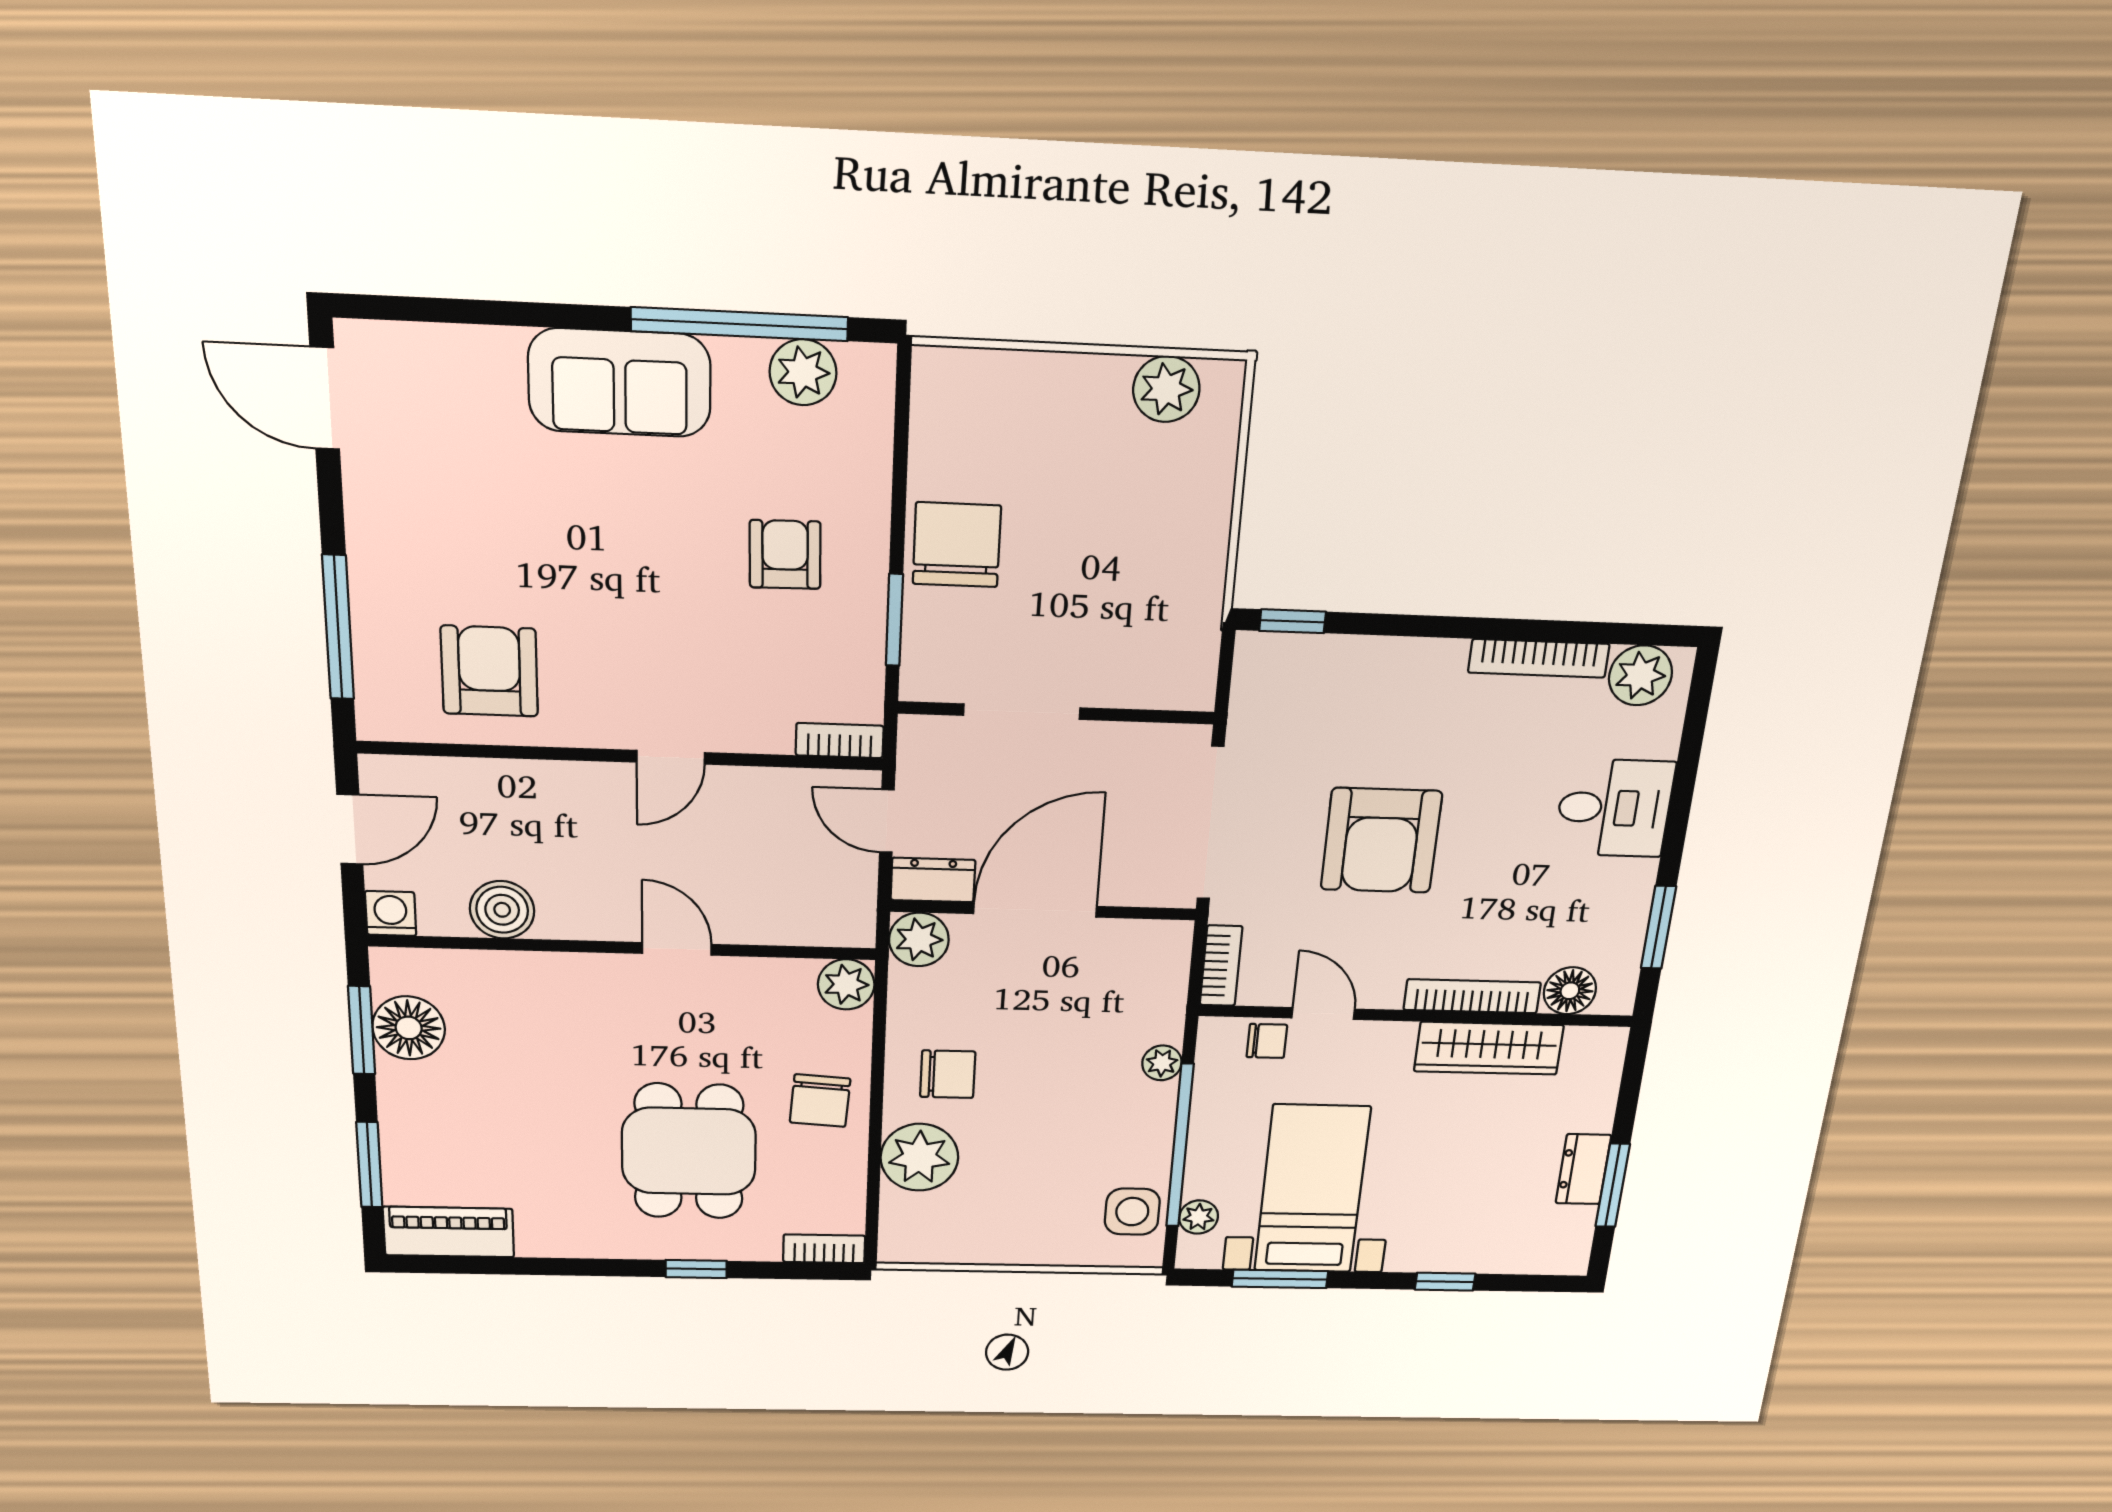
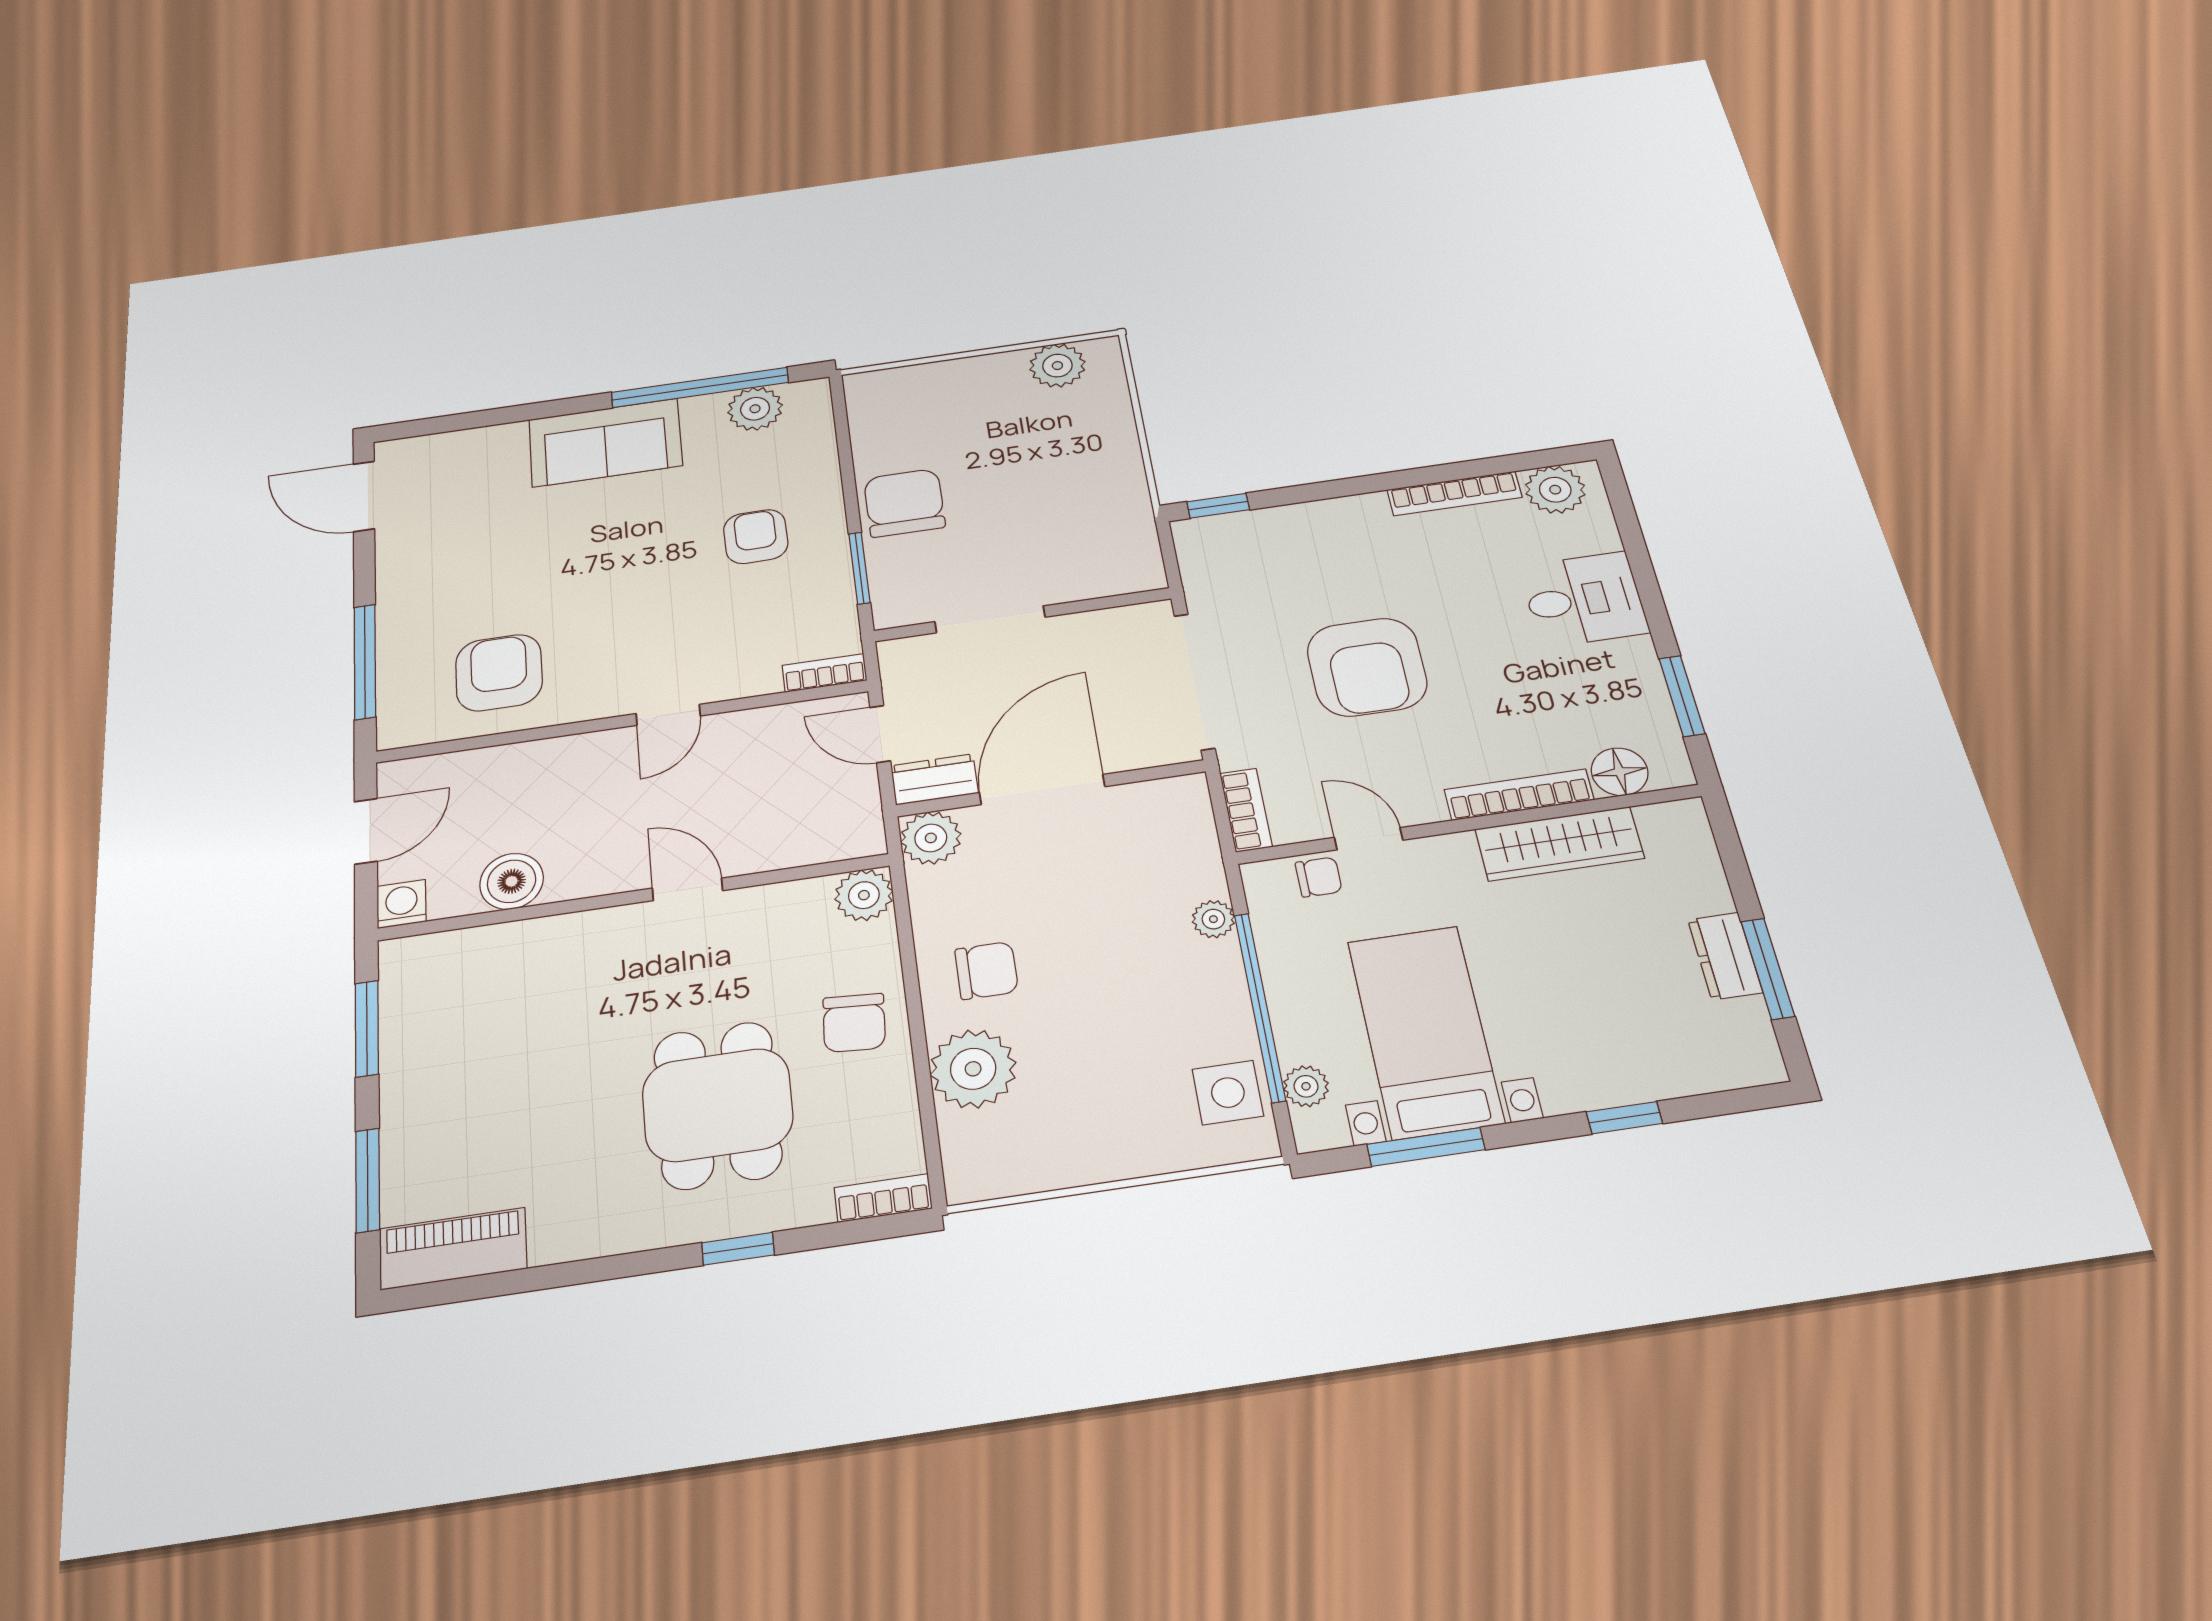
floor lamp: (409, 1028) -> (415, 1018), removed

